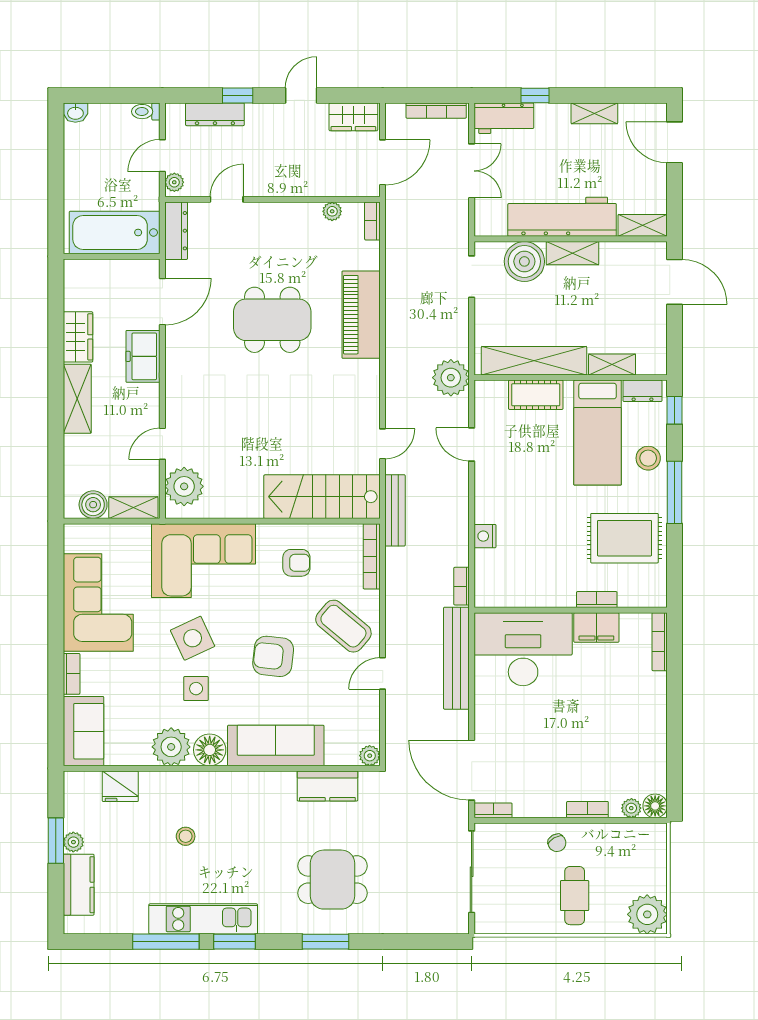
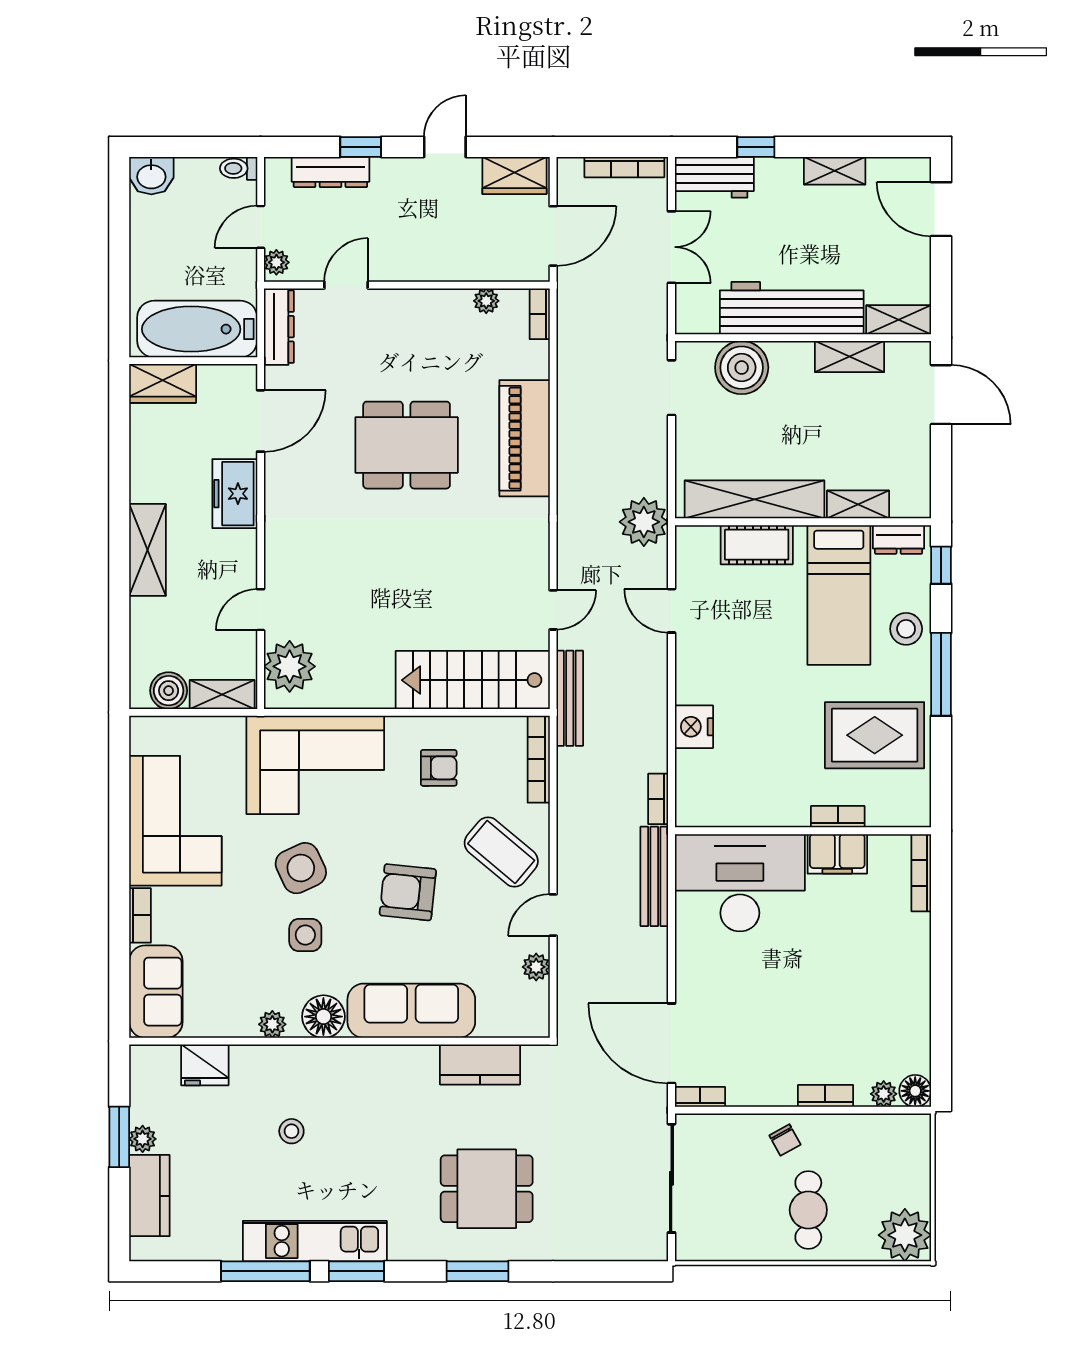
washbasin: (75, 113) -> (151, 176), width x1.38, depth x1.45
shelving: (573, 253) -> (850, 357), moved
wardrobe: (78, 337) -> (163, 383), moved, turned 90
nightstand: (485, 536) -> (694, 727), width x1.36, depth x1.33
bench: (456, 658) -> (654, 876), width x0.73, depth x0.82
plant: (171, 747) -> (272, 1024), width x0.53, depth x0.53
plant: (370, 756) -> (536, 967), moved

